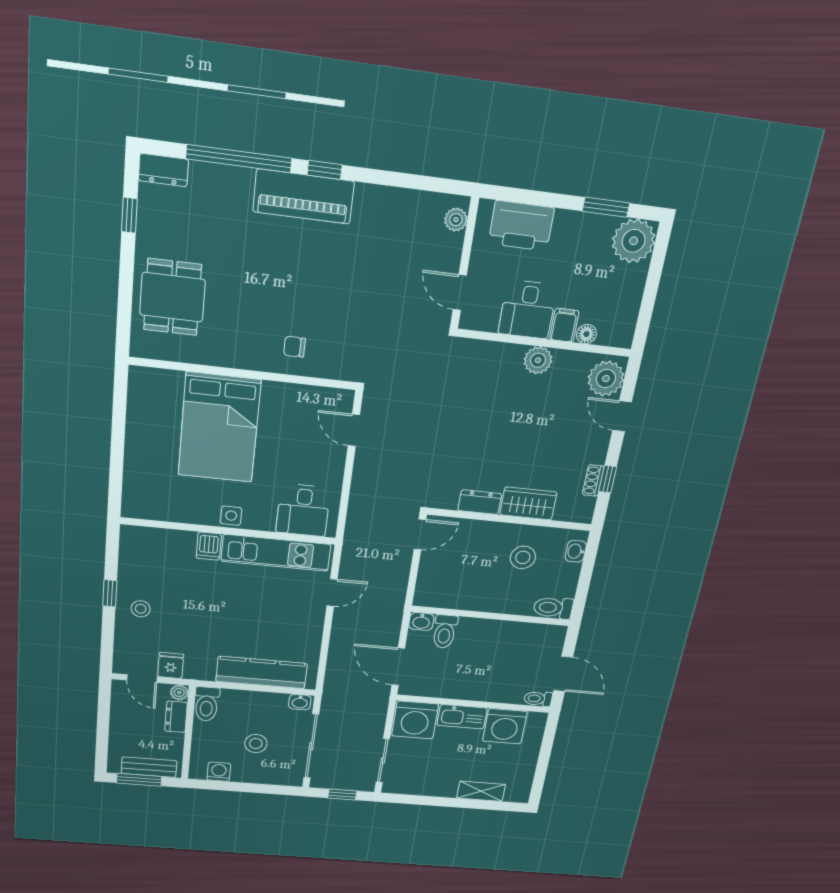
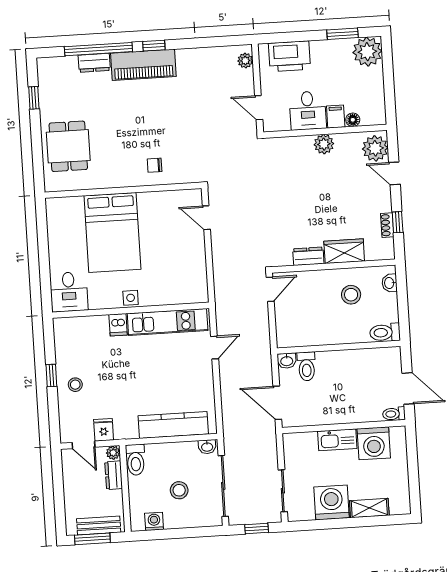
dresser: (163, 170) -> (94, 63), moved
desk: (303, 510) -> (69, 292), moved
washing machine: (415, 720) -> (332, 502), moved, turned 180

